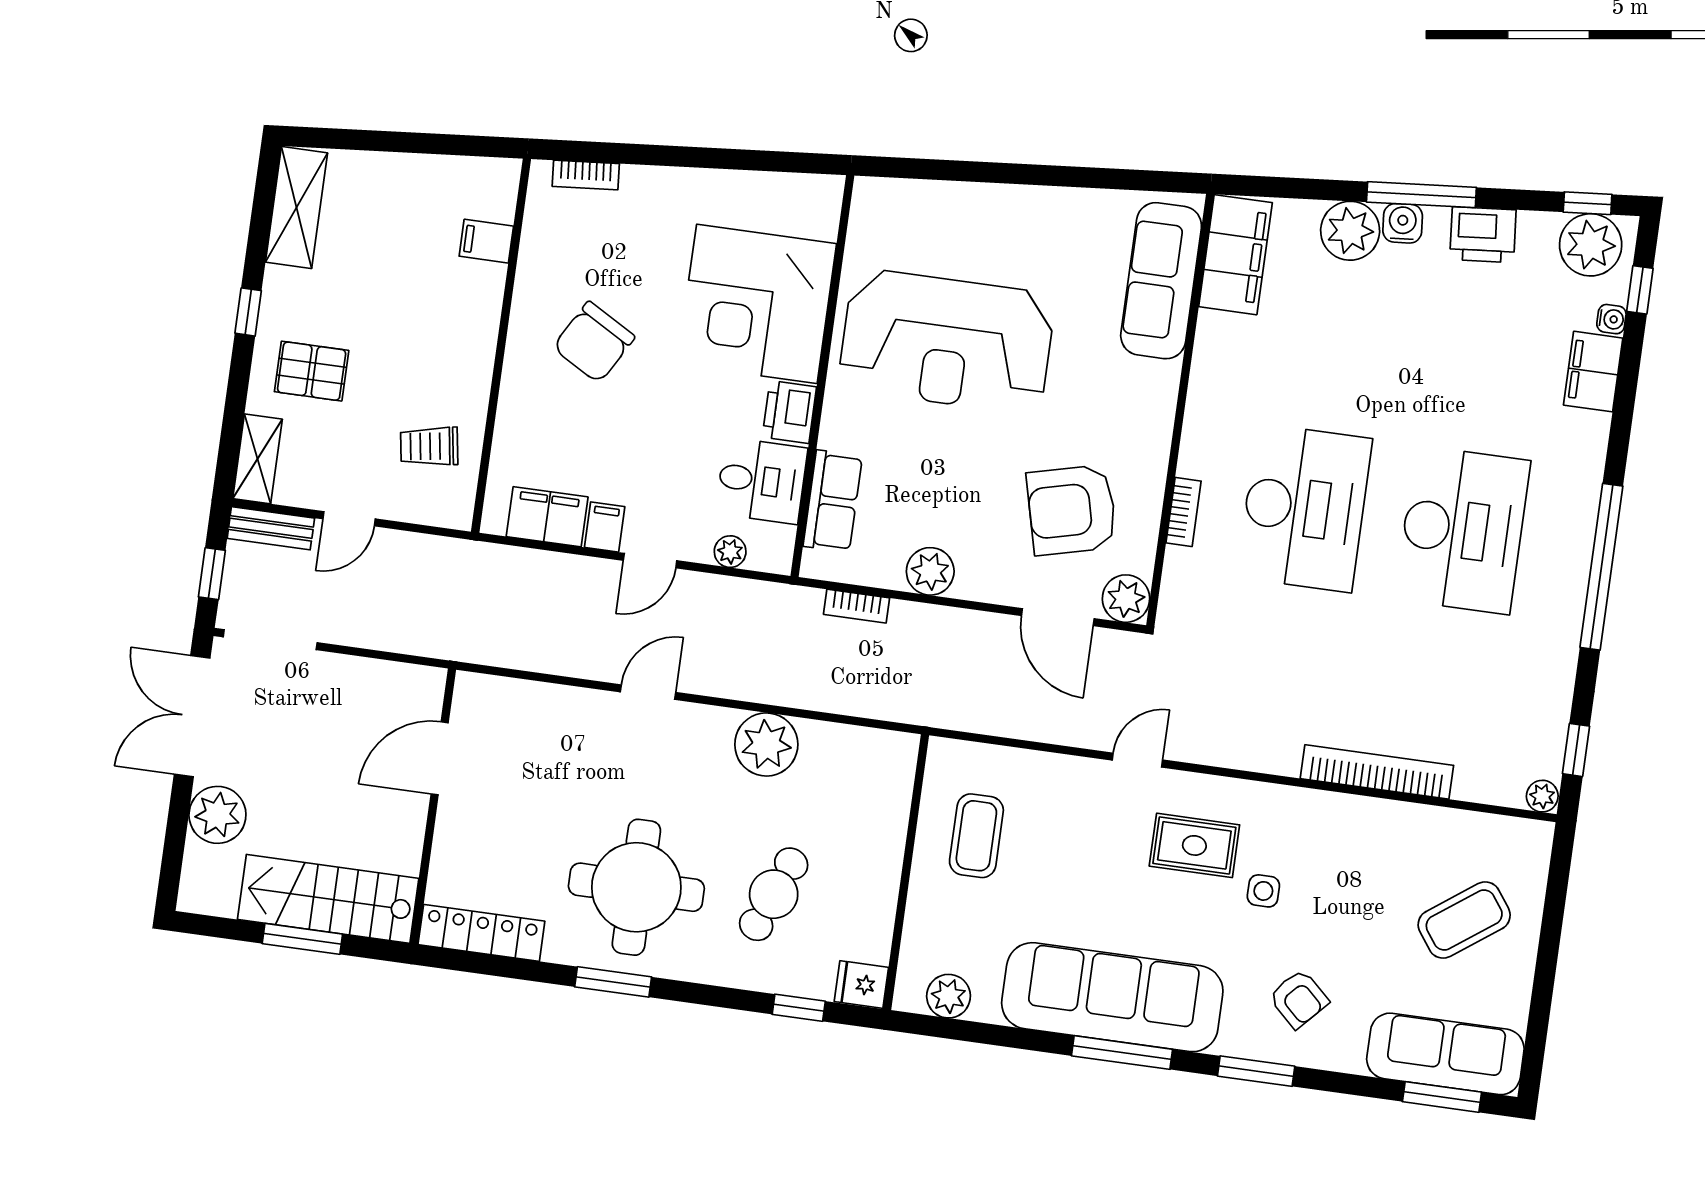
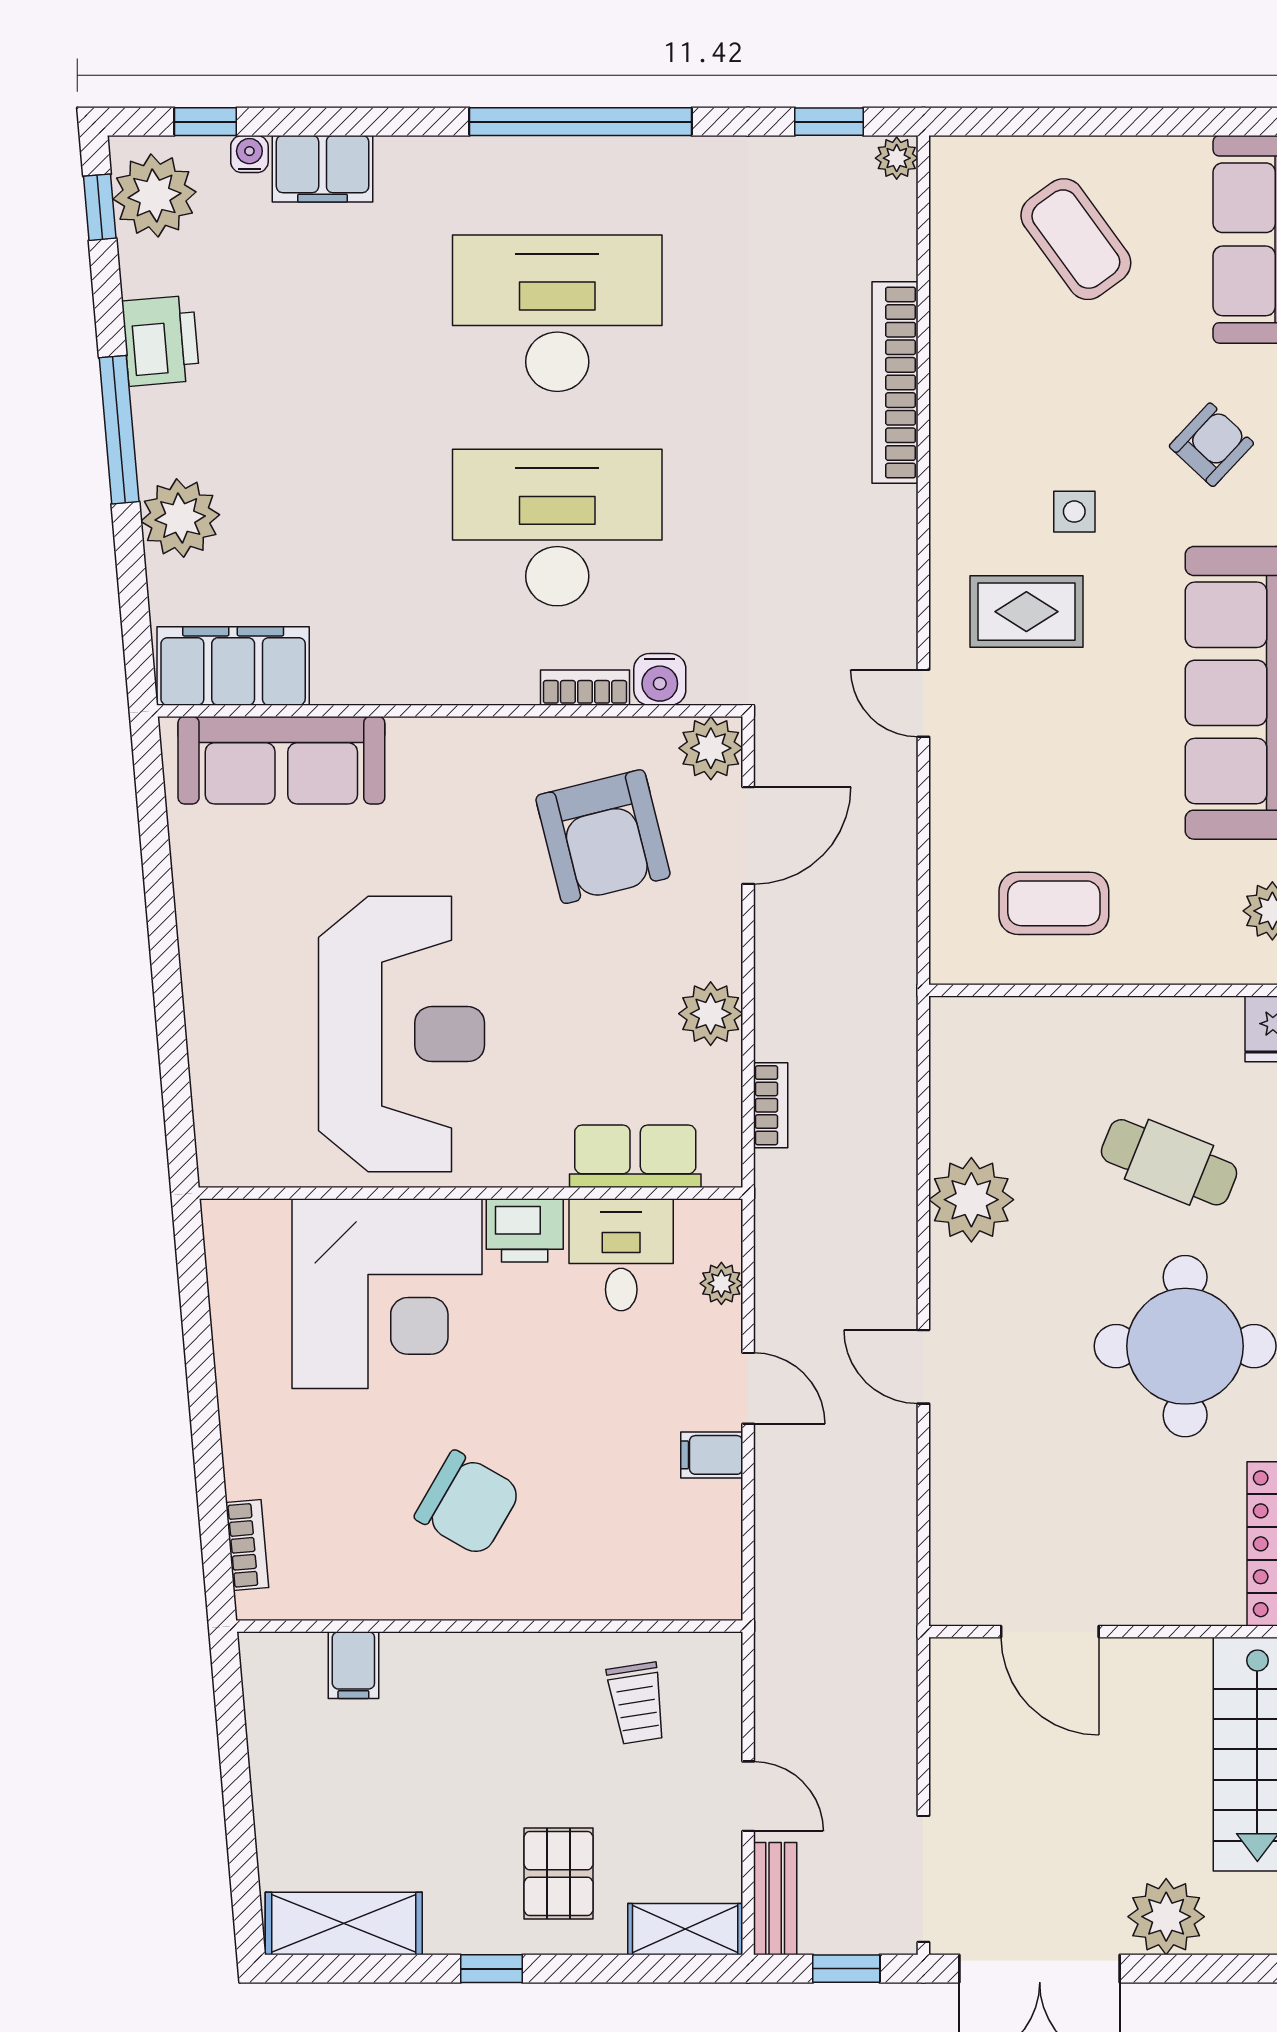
water cooler: (1403, 223) -> (660, 679), moved, turned -85
filing cabinet: (547, 517) -> (709, 1533), removed
rug: (1194, 845) -> (1026, 612), turned 90

